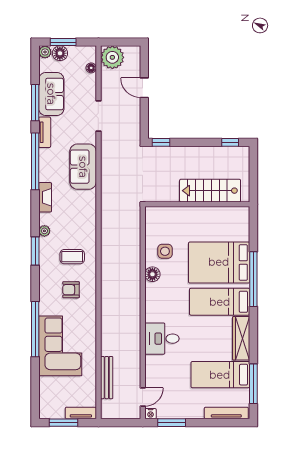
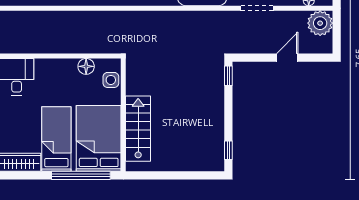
stairs: (210, 191) -> (138, 129), moved
wall: (197, 204) -> (123, 115), moved

